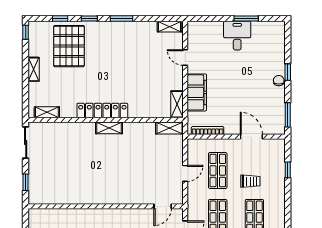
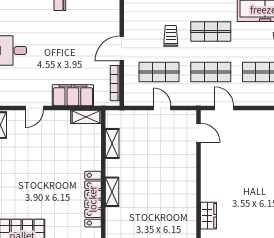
shelving: (169, 128) -> (112, 143), moved
door: (251, 137) -> (122, 49), moved
wardrobe: (87, 215) -> (209, 216), added

